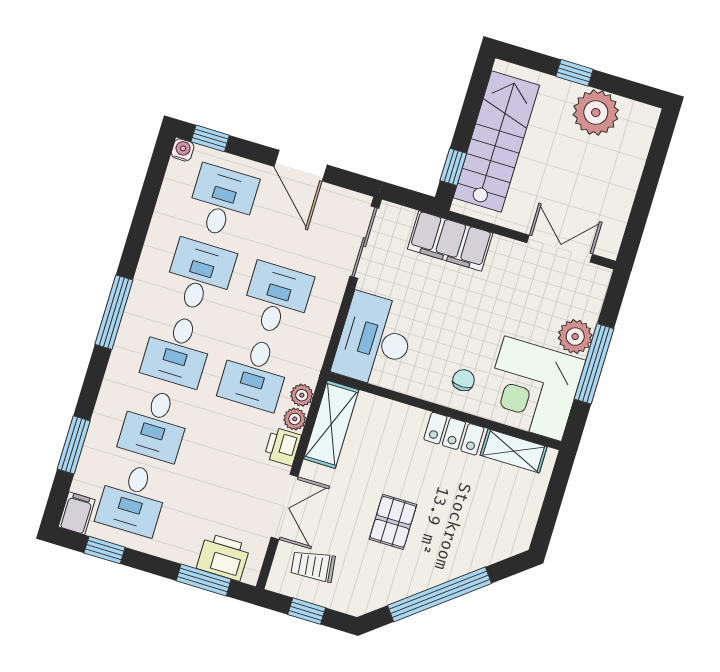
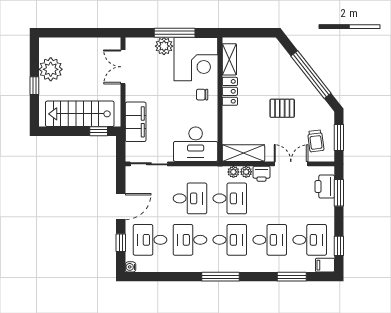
window: (210, 138) -> (121, 243), moved
desk: (277, 299) -> (190, 198), turned 180
window: (307, 611) -> (339, 137), width x1.50

